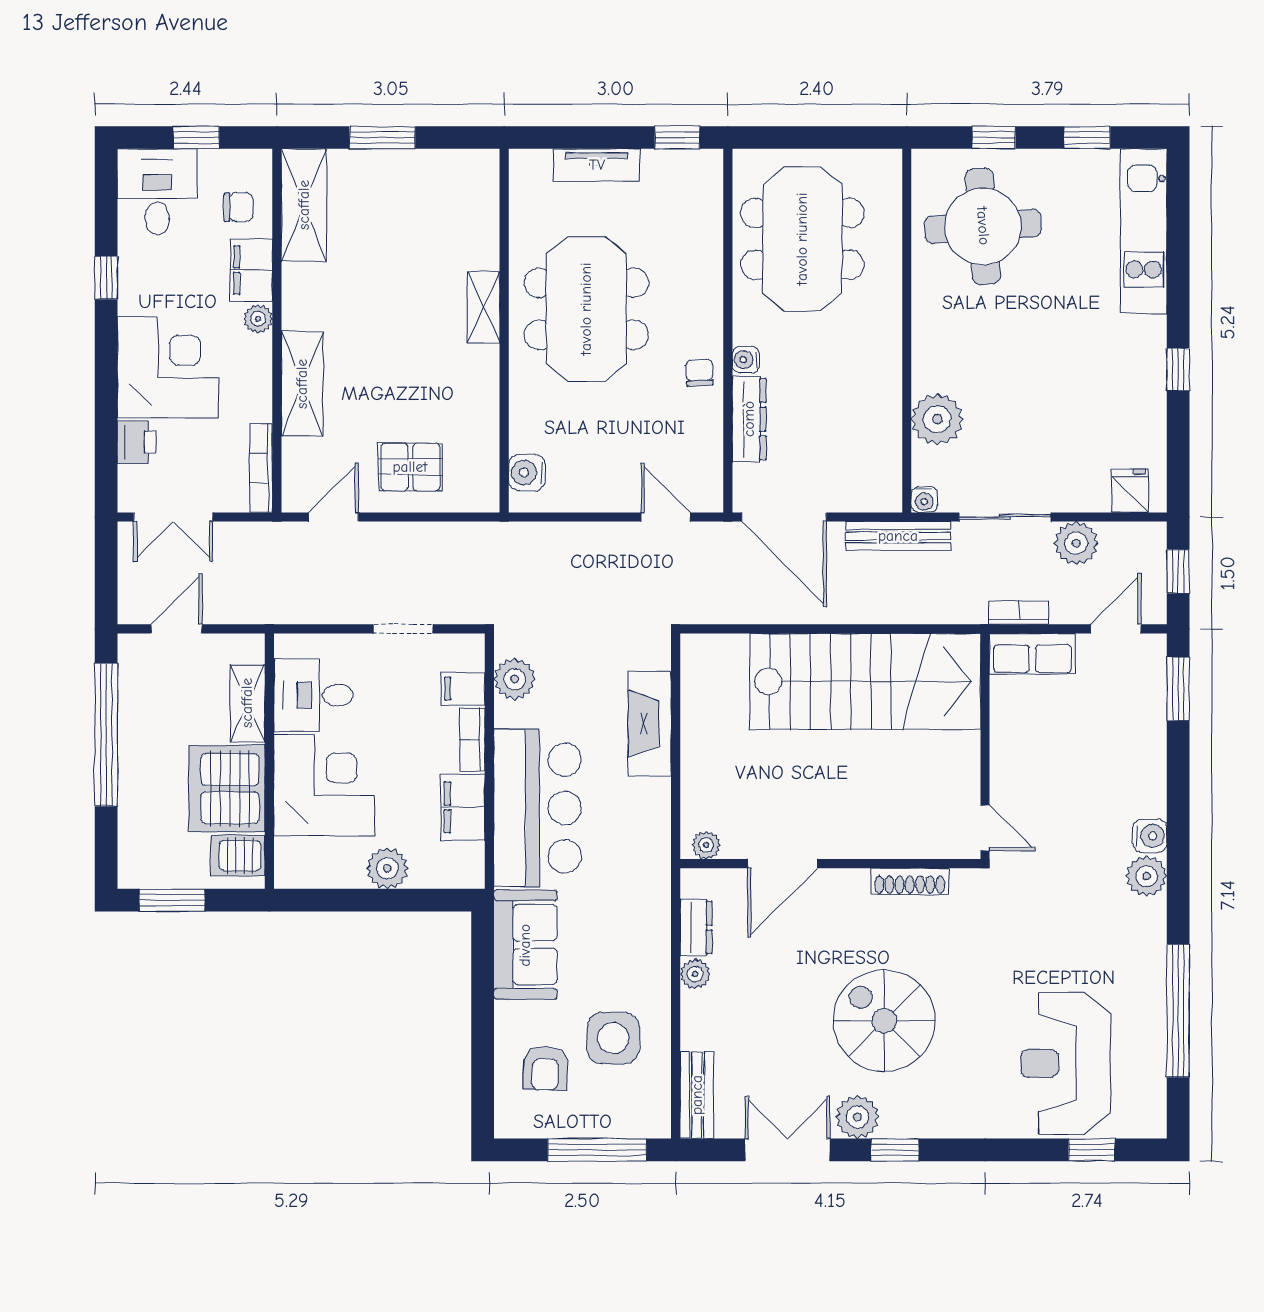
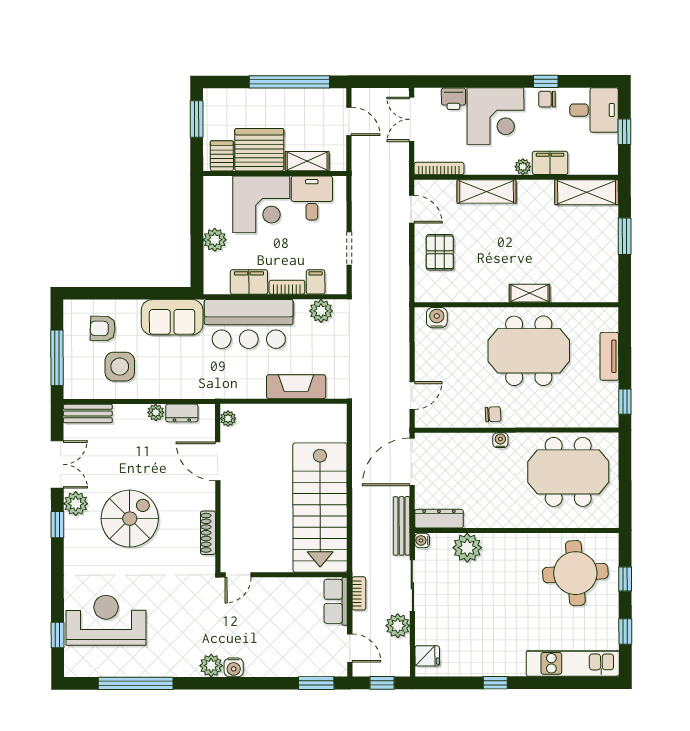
chair: (238, 207) -> (547, 99), moved, turned 90
dresser: (749, 419) -> (439, 519), moved, turned 180

